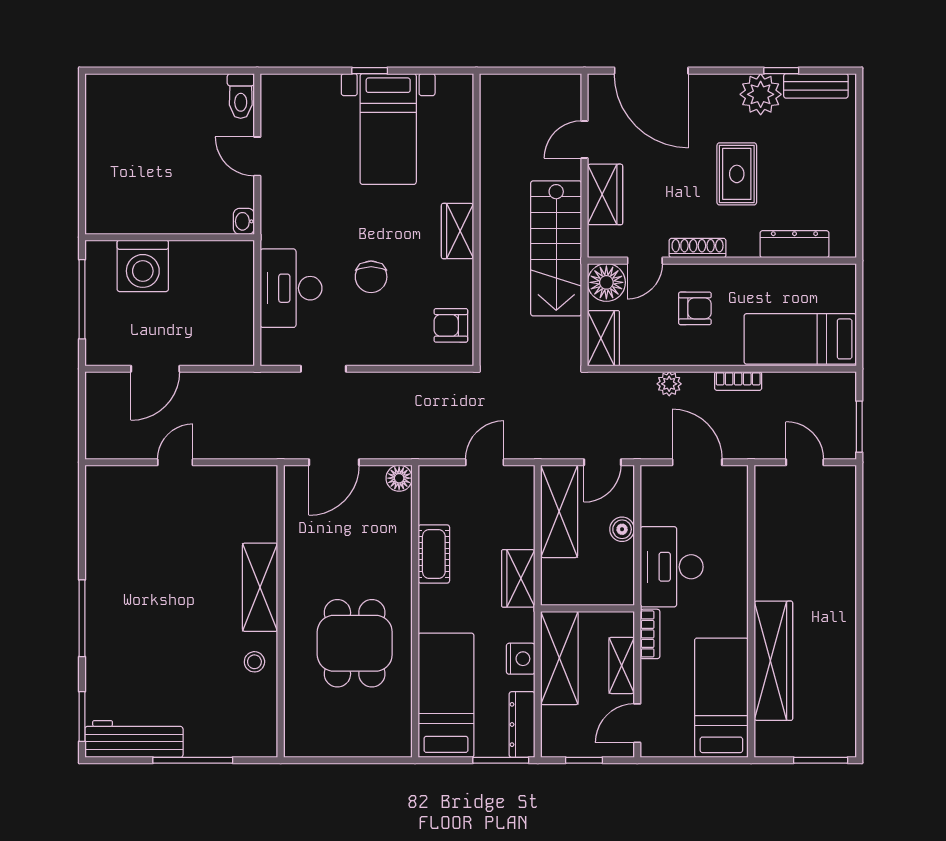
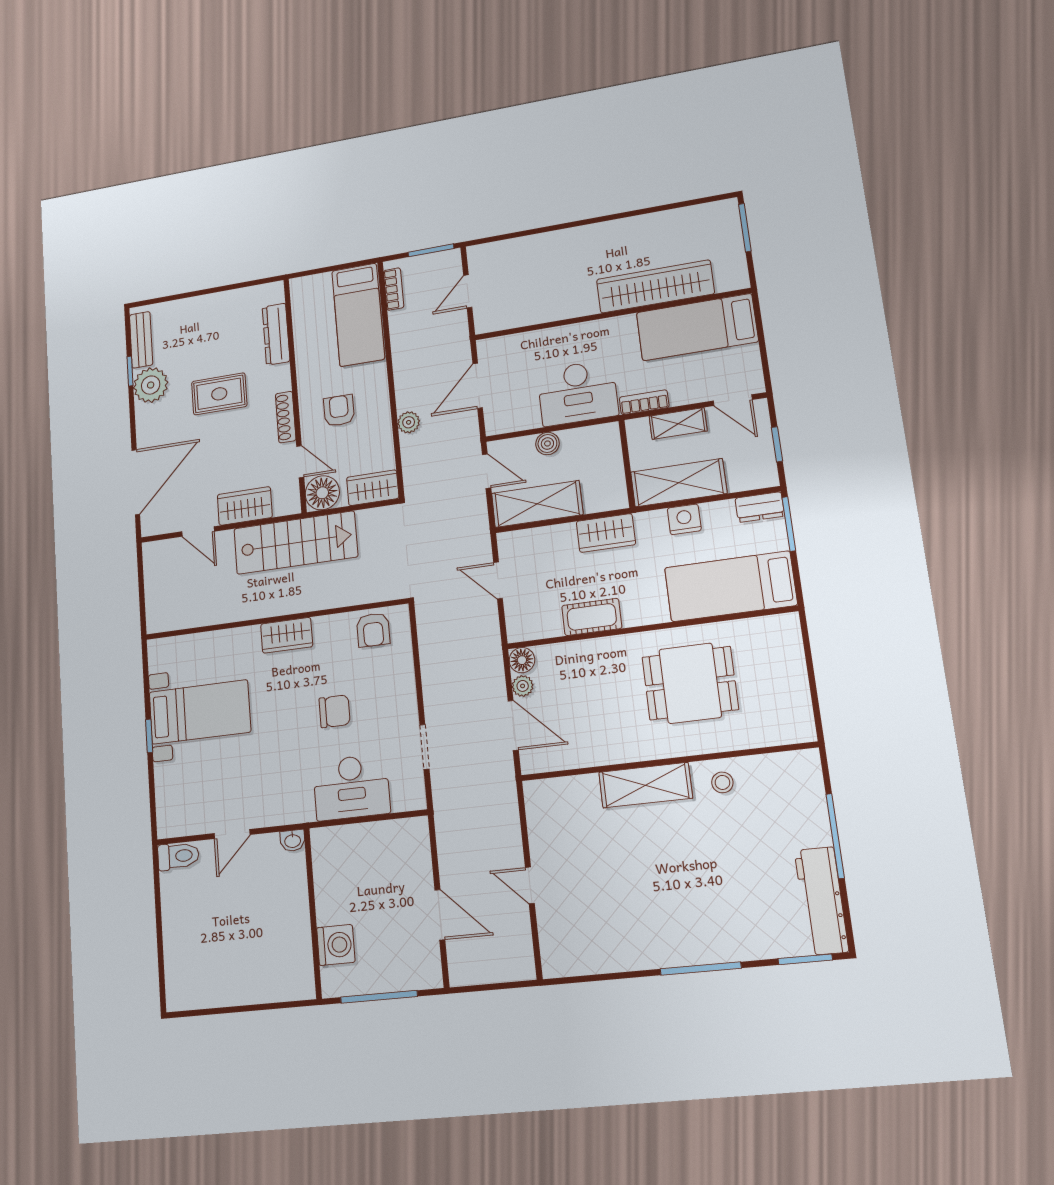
washing machine: (143, 266) -> (336, 945), width x0.73, depth x0.73
bookcase: (738, 381) -> (394, 289), moved
plant: (373, 476) -> (523, 686), added
dresser: (522, 725) -> (760, 507), width x0.70

